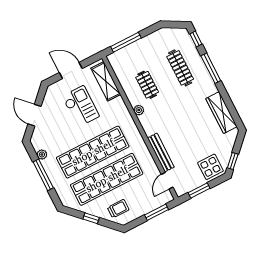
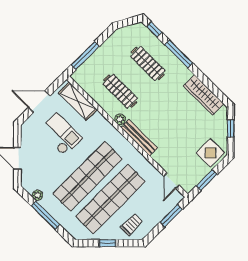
clothes rail: (147, 85) -> (120, 91), width x1.36
bench: (161, 152) -> (139, 138), moved
window: (233, 161) -> (231, 128), moved

